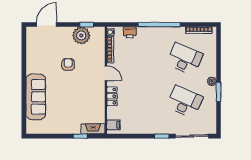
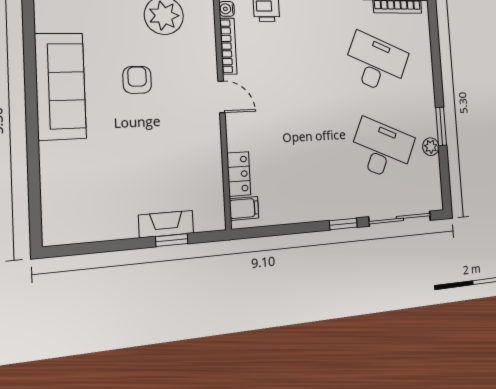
plant: (212, 81) -> (431, 147), moved
locker: (112, 96) -> (239, 174), moved
sofa: (36, 97) -> (60, 86), moved
fireplace: (93, 129) -> (166, 224), moved

